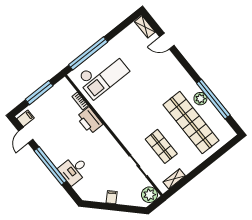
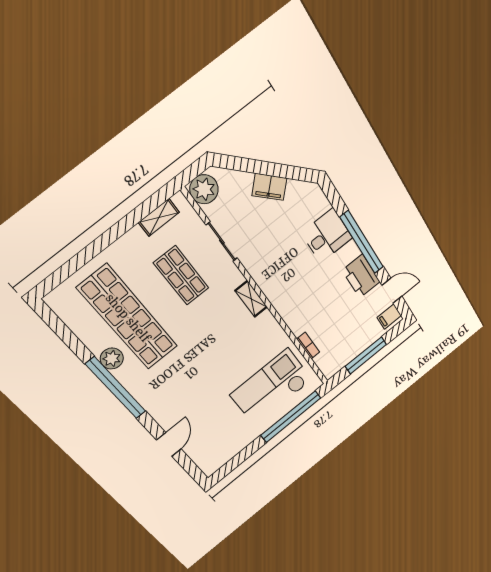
shelving: (145, 27) -> (251, 299), moved
door: (167, 41) -> (169, 444), hinge flipped
window: (213, 99) -> (116, 388), moved
printer: (90, 121) -> (361, 276), moved, turned 180
door: (26, 135) -> (392, 291), hinge flipped
filing cabinet: (112, 197) -> (269, 187), width x2.00

